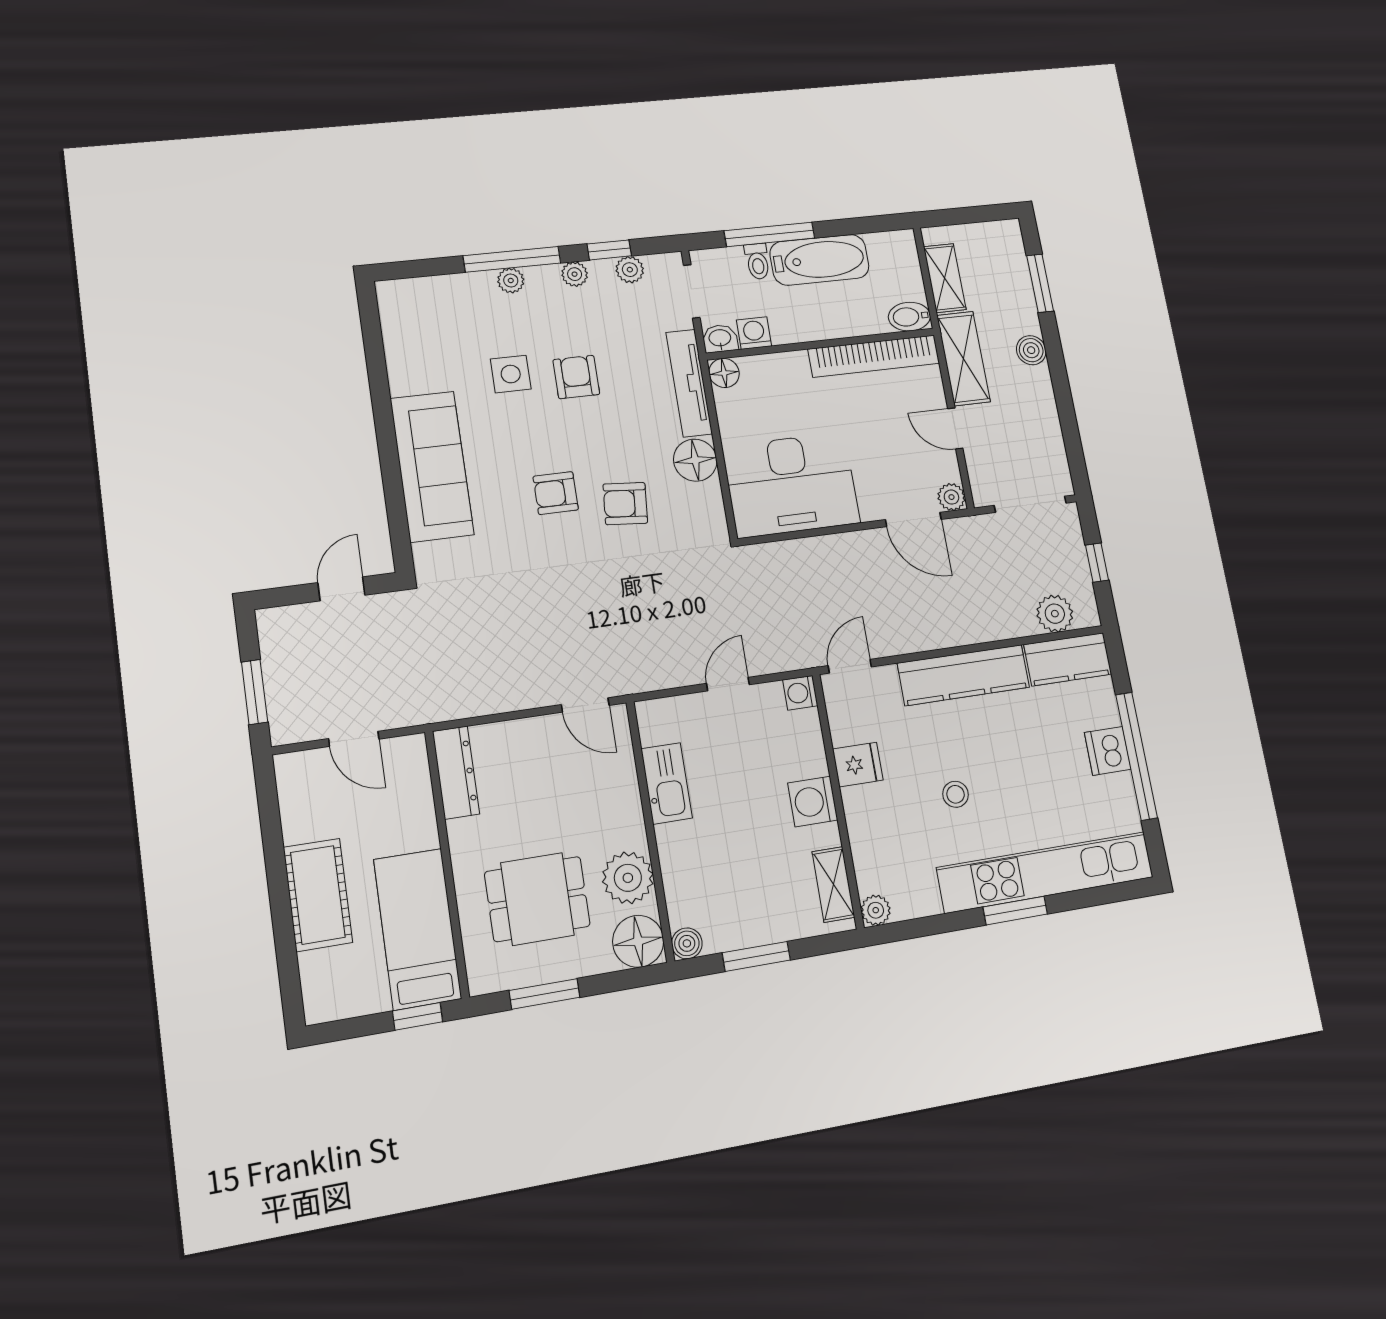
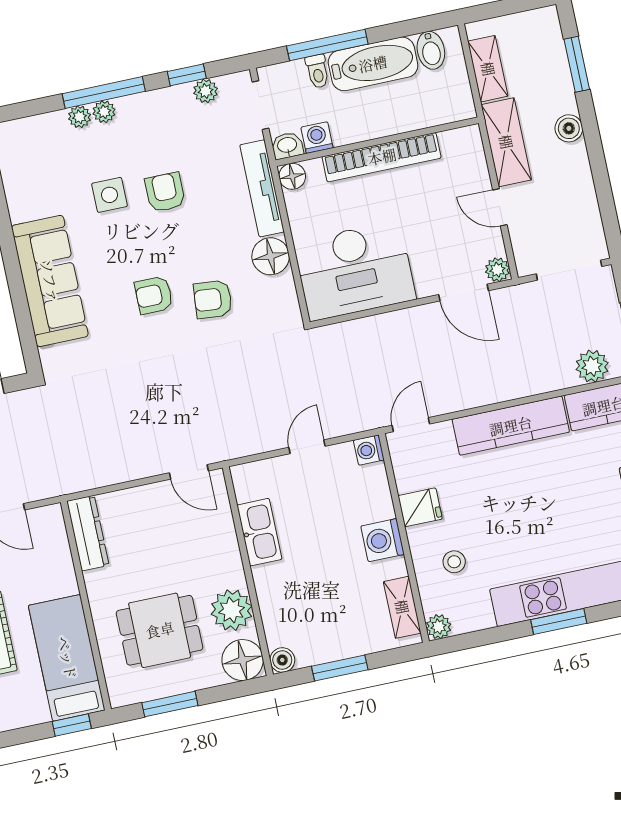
plant: (575, 274) -> (79, 117), moved
bidet: (909, 317) -> (431, 50), moved, turned -90
bookcase: (874, 356) -> (382, 157), moved
stool: (956, 794) -> (454, 562), moved

